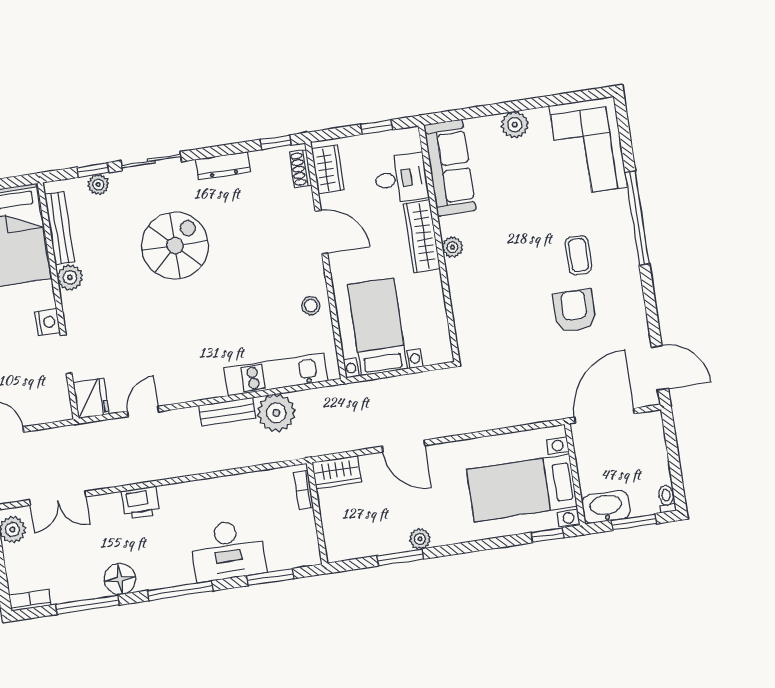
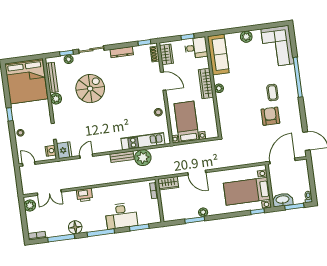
desk: (401, 178) -> (196, 48), moved
spiral stairs: (175, 246) -> (90, 89), moved
nightstand: (48, 322) -> (51, 151), moved

